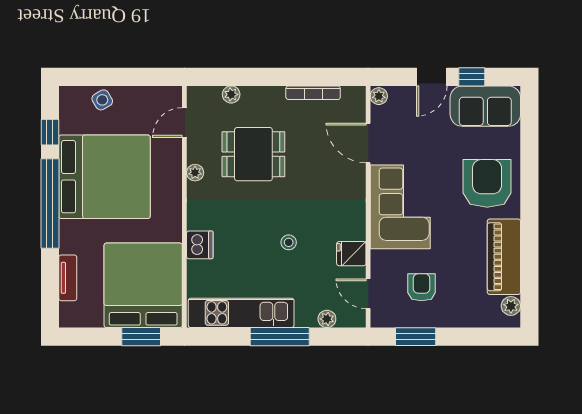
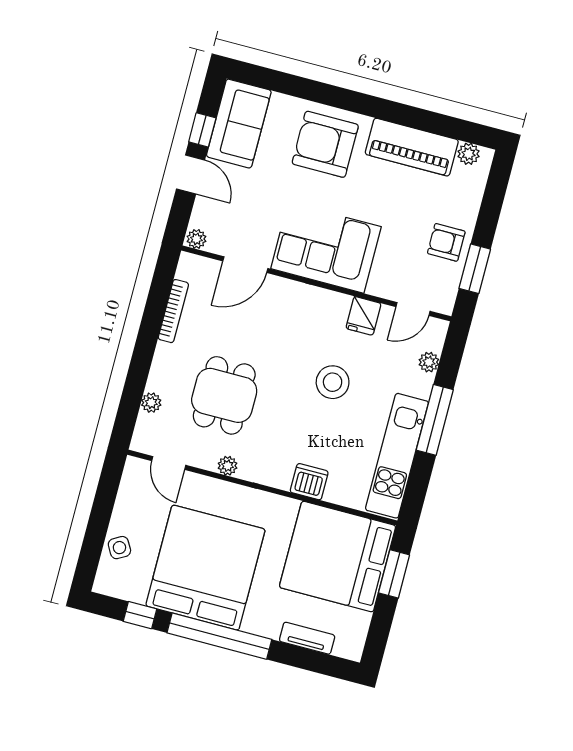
stool: (289, 242) -> (333, 382), width x1.89, depth x1.89
armchair: (422, 287) -> (446, 242), moved

